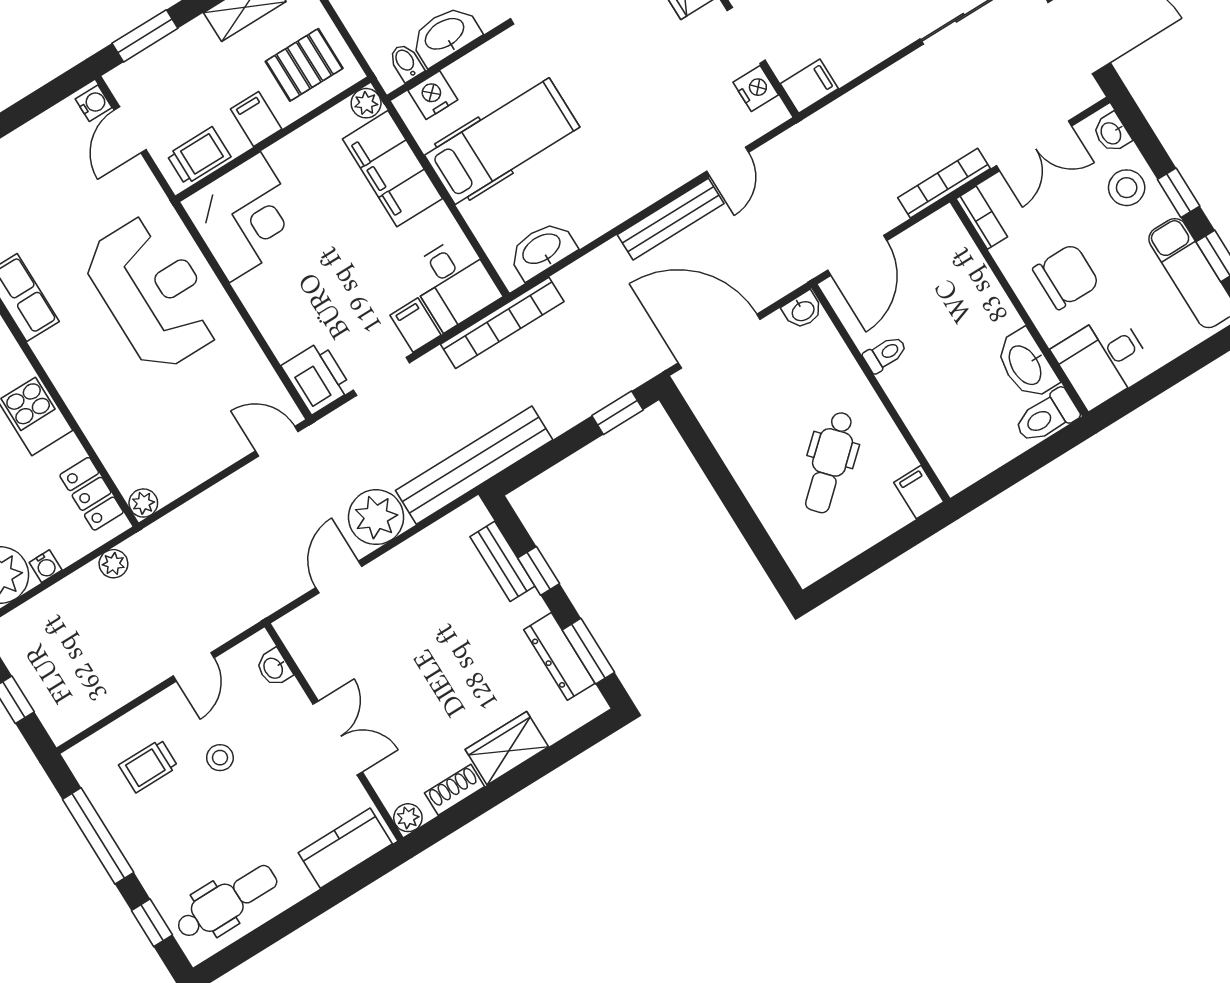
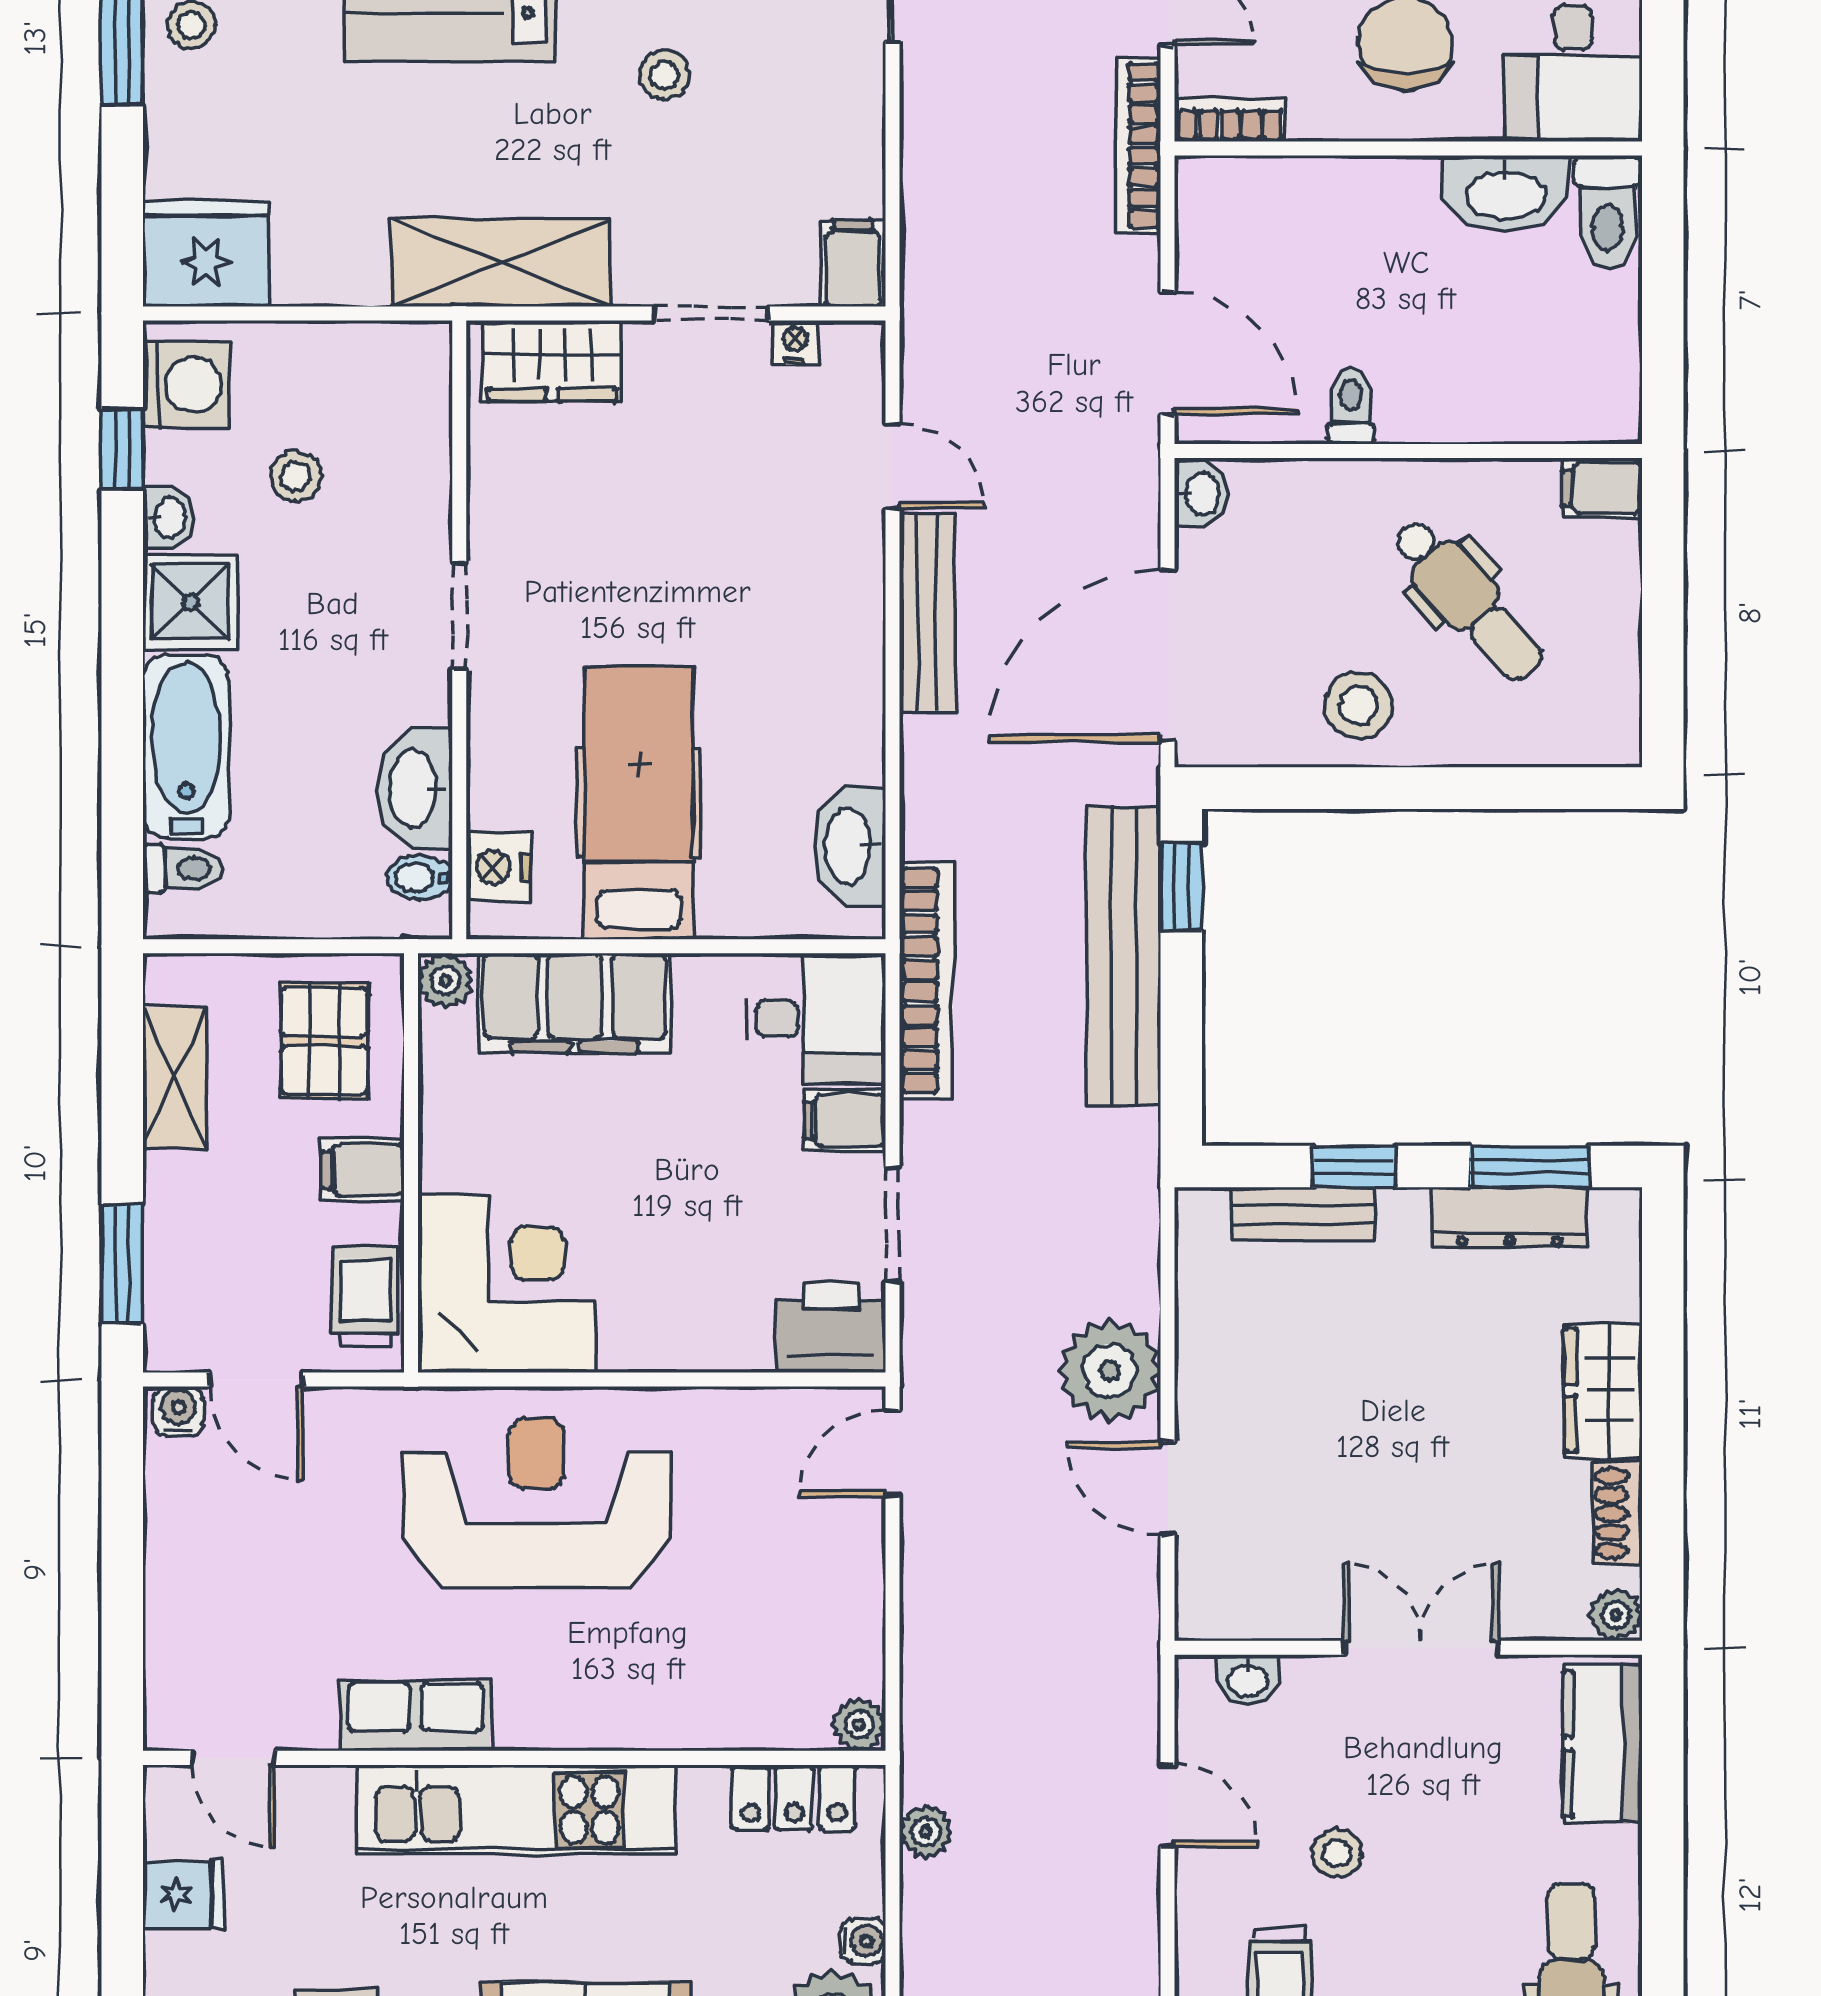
nightstand: (756, 88) -> (795, 342), width x0.72, depth x0.74
stool: (750, 442) -> (1358, 706), added
bench: (474, 465) -> (1124, 956), moved

